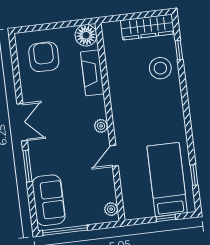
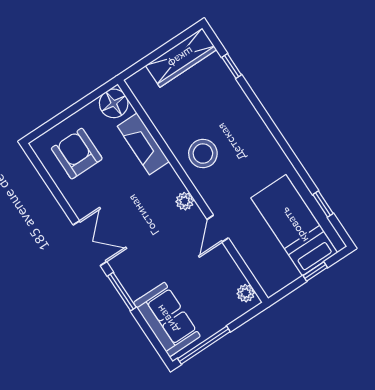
stool: (160, 68) -> (203, 154), moved

